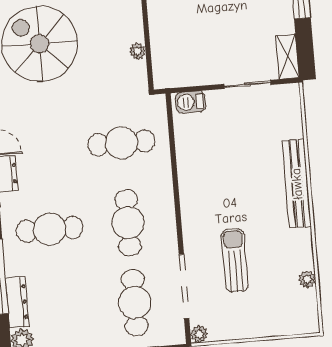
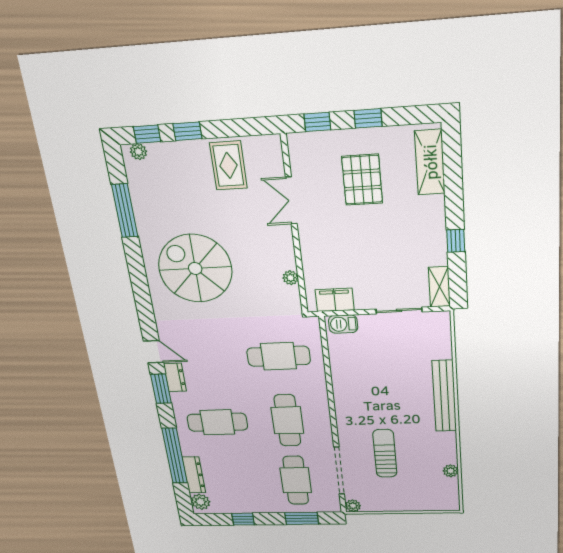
filing cabinet: (182, 75) -> (335, 300), added

